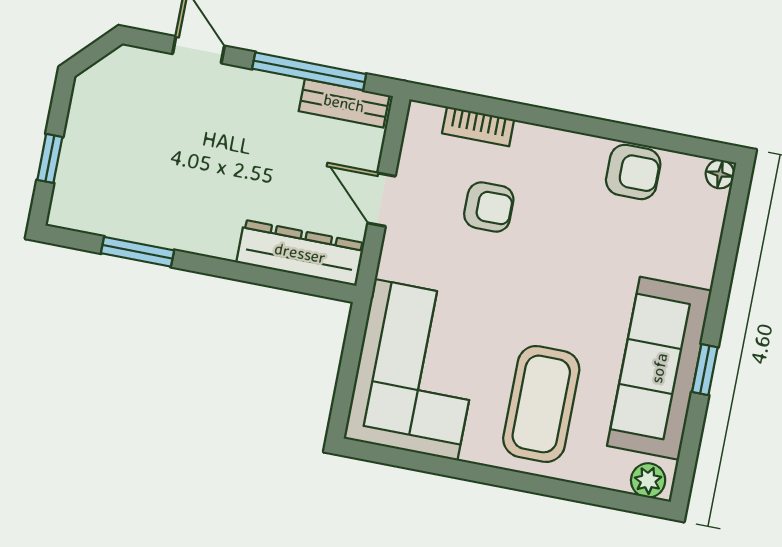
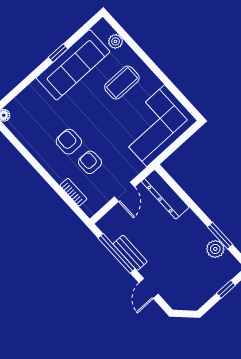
bench: (344, 103) -> (130, 253), moved
armchair: (633, 172) -> (69, 142), moved
plant: (127, 220) -> (215, 249), added
coffee table: (541, 404) -> (122, 83), width x0.73, depth x0.76
plant: (648, 480) -> (116, 41), moved

